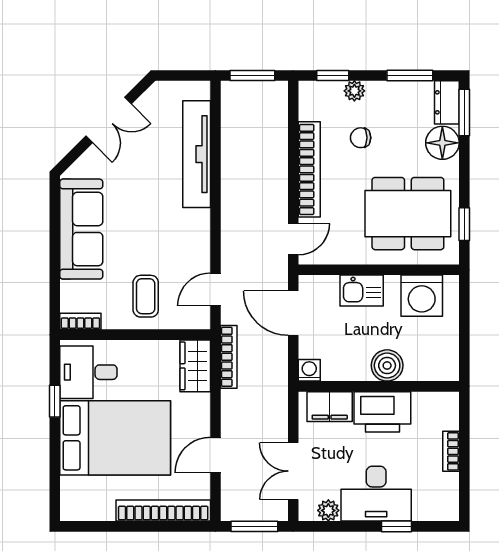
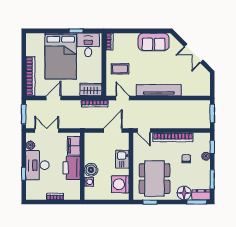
tv unit: (197, 154) -> (159, 90), moved
sofa: (81, 229) -> (154, 42), width x0.73
washing machine: (309, 370) -> (89, 182), moved
door: (215, 455) -> (54, 98), hinge flipped

